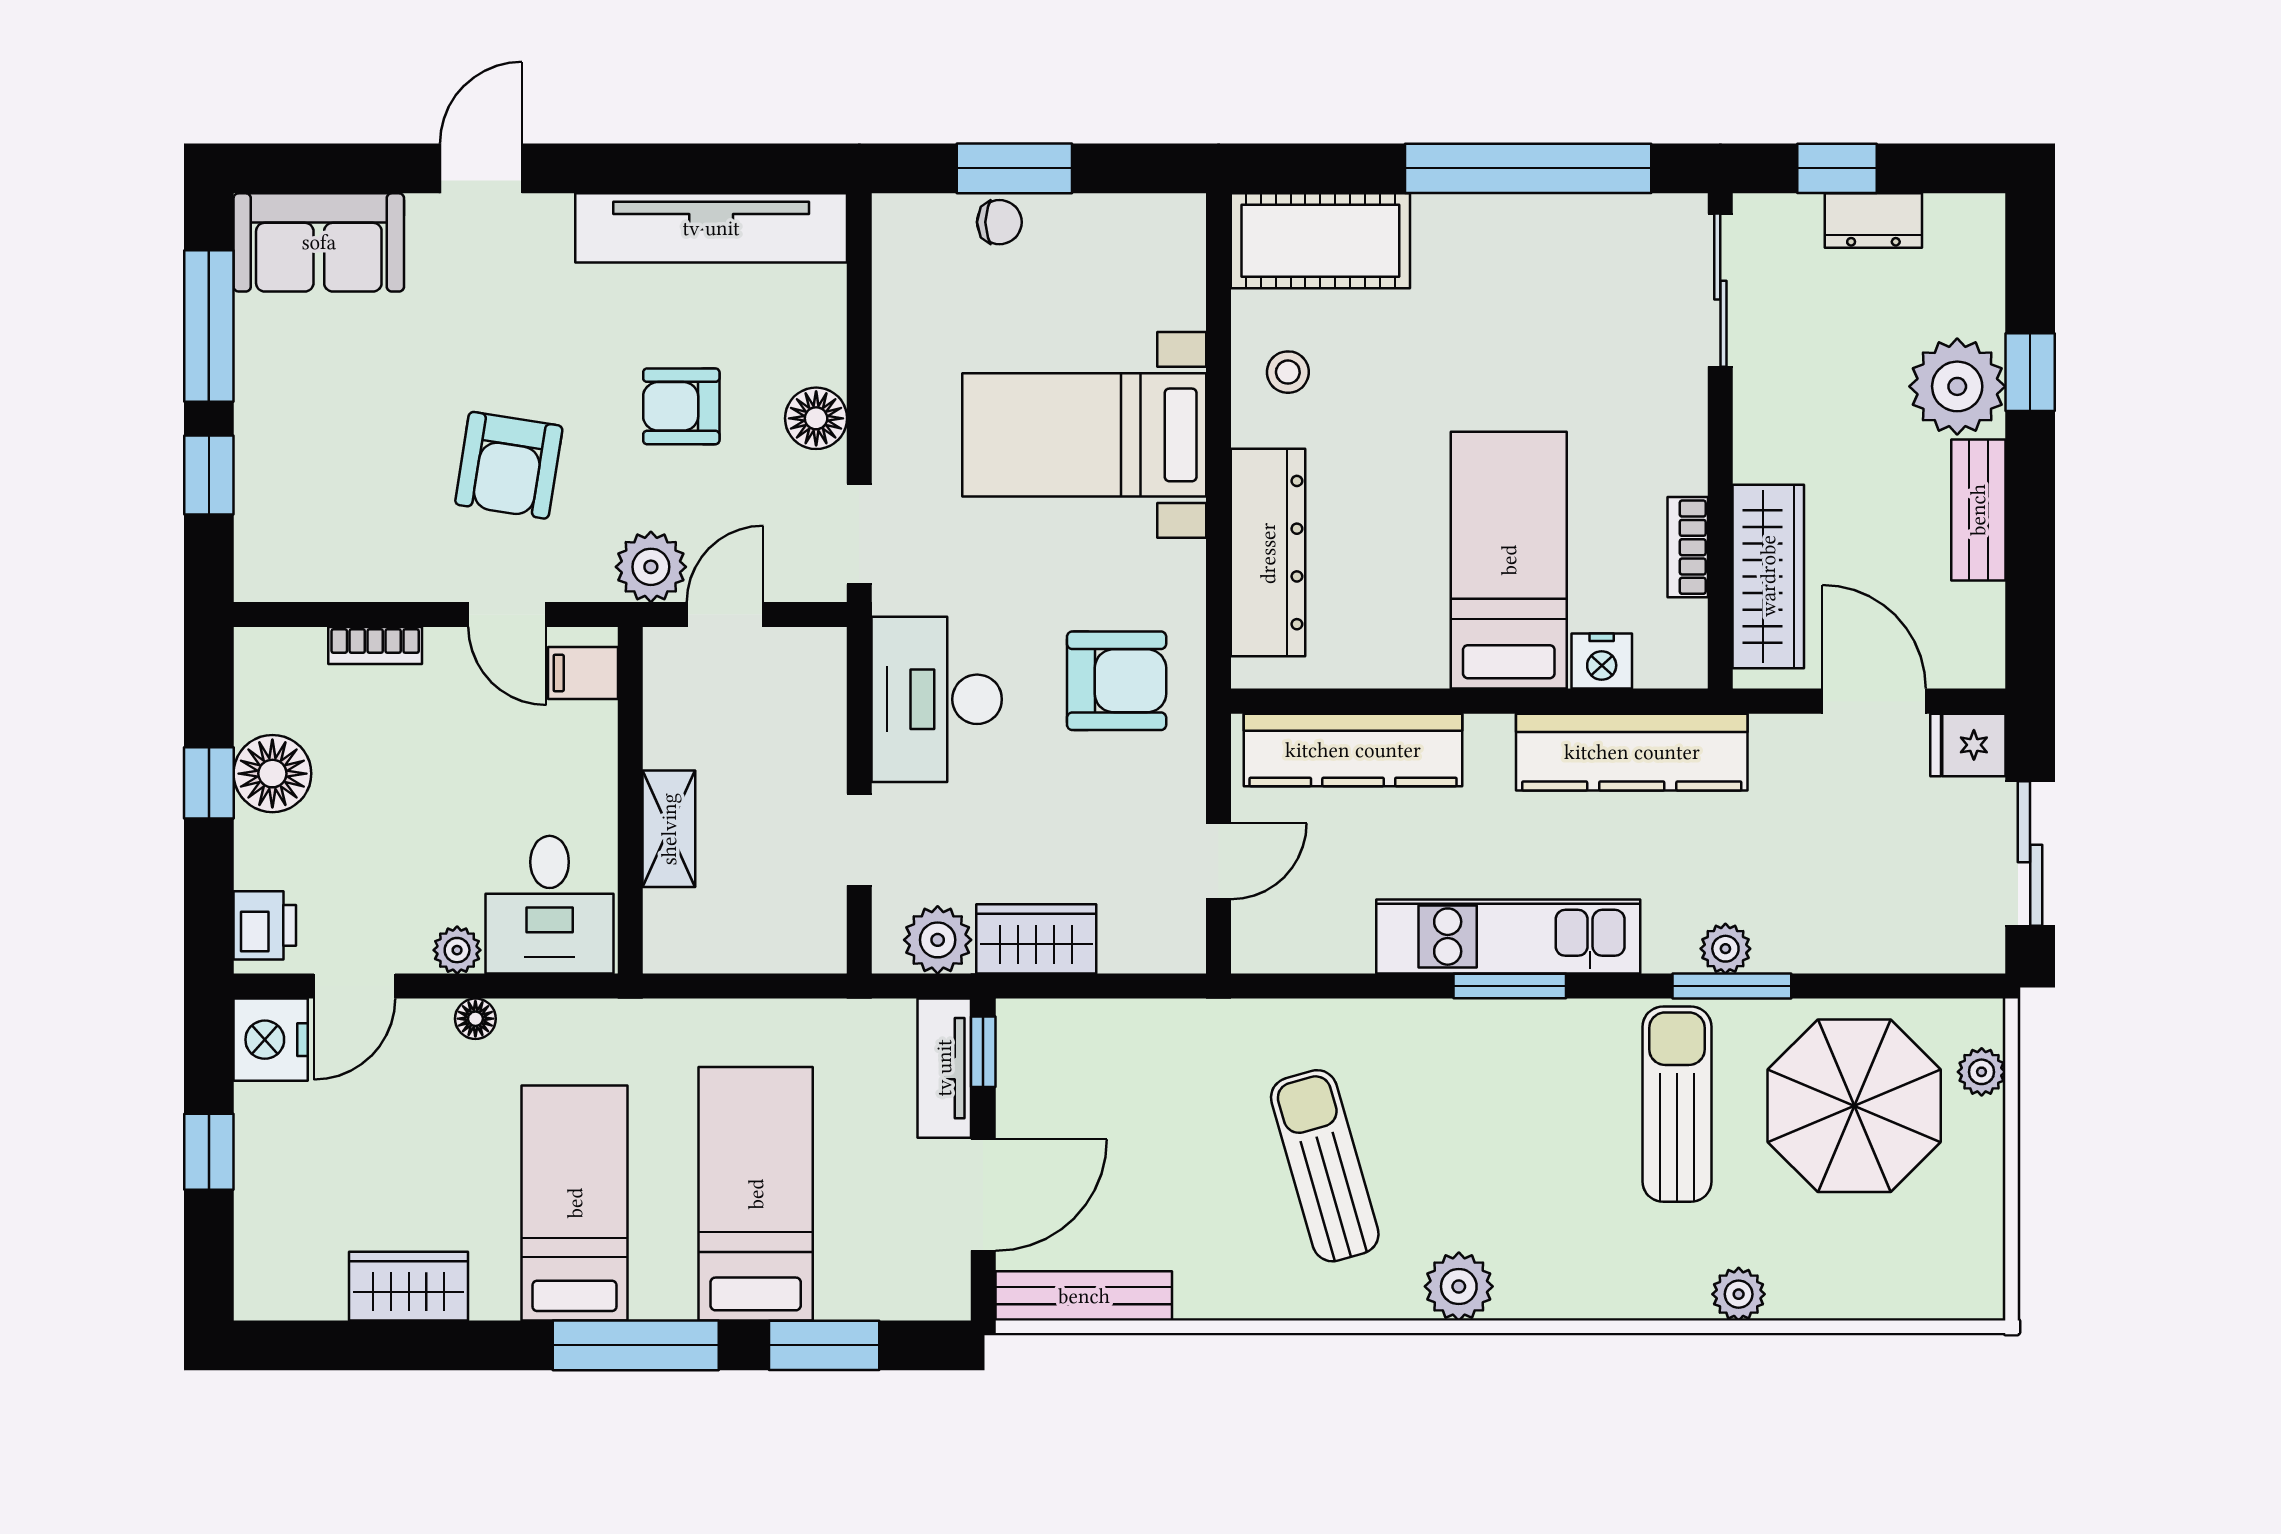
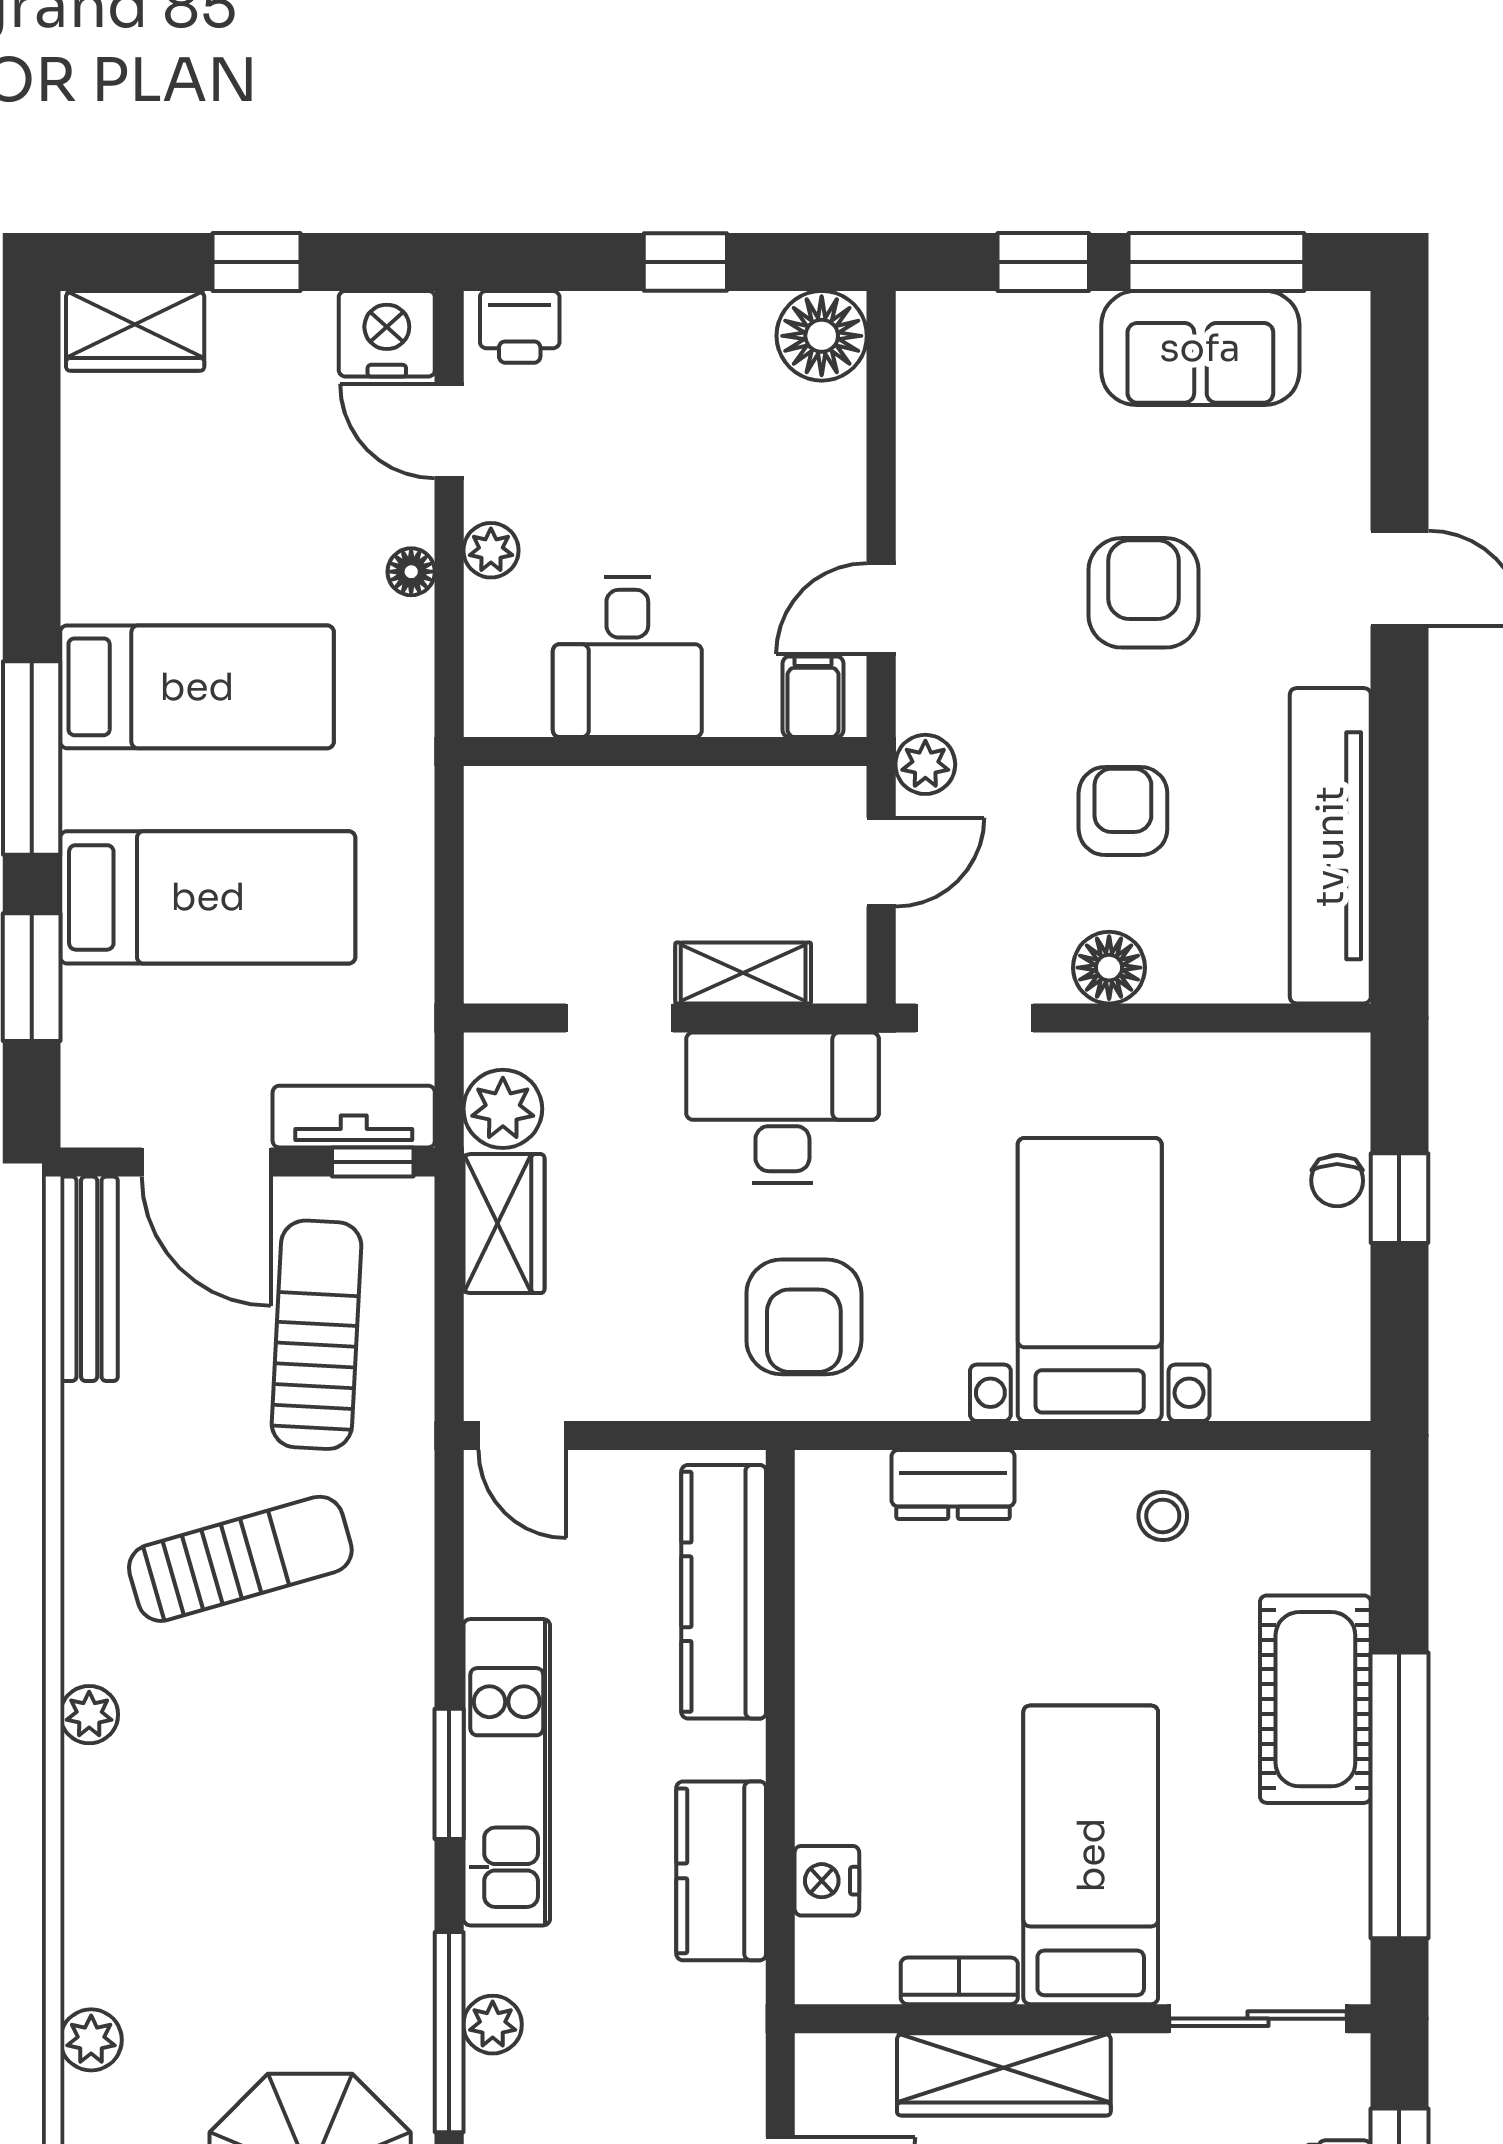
window: (1014, 168) -> (1399, 1198), width x0.67
cot: (1320, 241) -> (1315, 1699), moved
sofa: (319, 242) -> (1200, 348), moved, turned -90
armchair: (509, 465) -> (1144, 593), moved, turned 81
dresser: (1268, 553) -> (953, 1484), width x0.51, depth x0.80
bed: (1509, 560) -> (1091, 1855), moved, turned -90
plant: (651, 567) -> (925, 764), width x0.73, depth x0.73
wardrobe: (1768, 576) -> (1004, 2074), moved
door: (725, 614) -> (881, 862), hinge flipped
bookcase: (375, 646) -> (845, 455), removed
kitchen counter: (1632, 752) -> (721, 1871), width x0.67
floor lamp: (272, 774) -> (822, 336), moved
shelving: (669, 829) -> (743, 973), moved
door: (1219, 861) -> (522, 1435), moved
desk: (550, 905) -> (627, 657), moved, turned -90
window: (1732, 986) -> (449, 2032), width x1.44
sun lounger: (1677, 1104) -> (316, 1335), moved, turned -87
wardrobe: (409, 1286) -> (135, 331), moved, turned 90
plant: (1459, 1286) -> (89, 1715), width x0.73, depth x0.73

